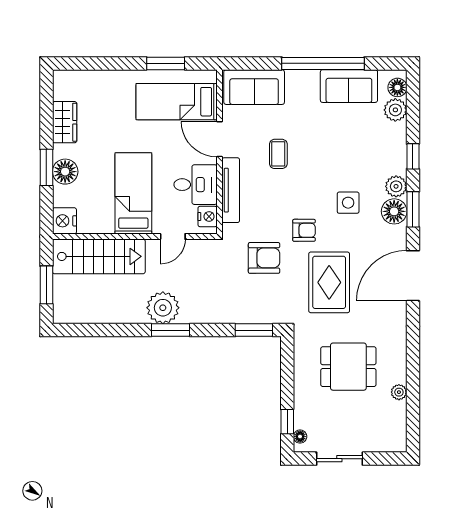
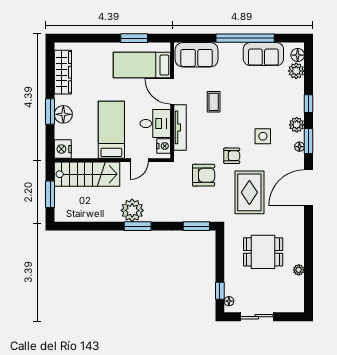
wardrobe: (65, 122) -> (63, 72), width x1.50
floor lamp: (394, 211) -> (299, 147), width x0.53, depth x0.53

